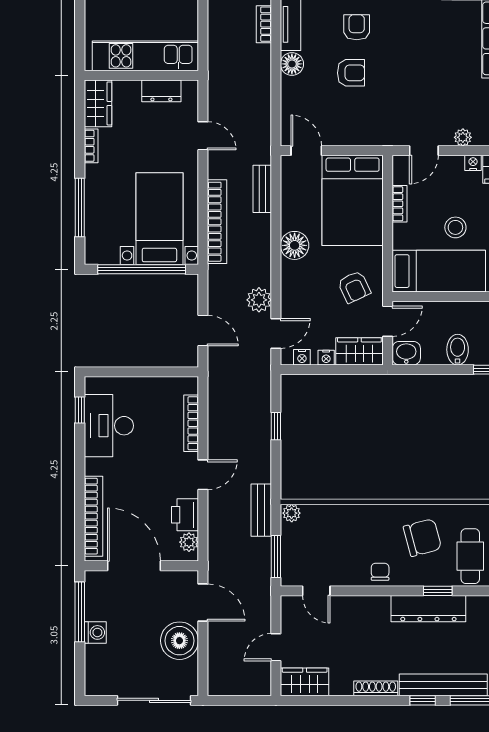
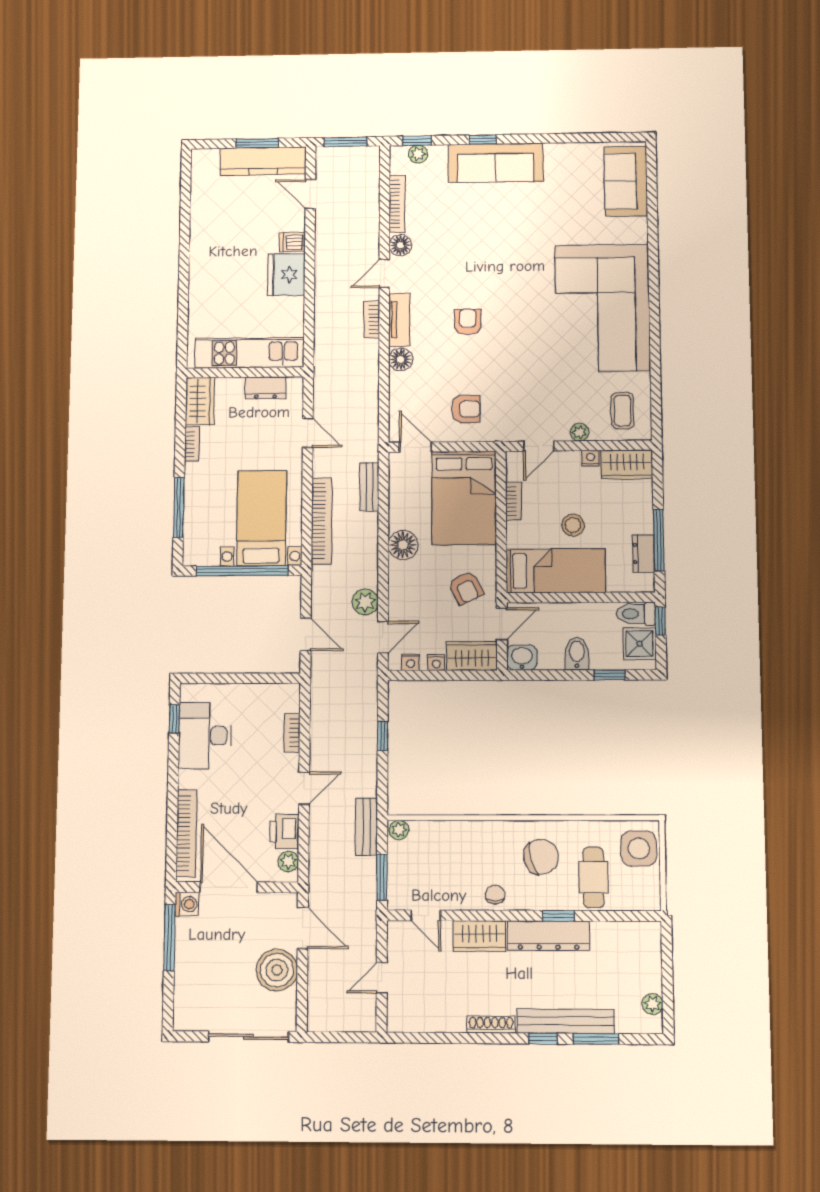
armchair: (351, 73) -> (466, 409), moved
bookcase: (191, 423) -> (292, 733), width x0.64
washing machine: (95, 632) -> (187, 904), moved
wardrobe: (305, 682) -> (479, 936), moved, turned 180

